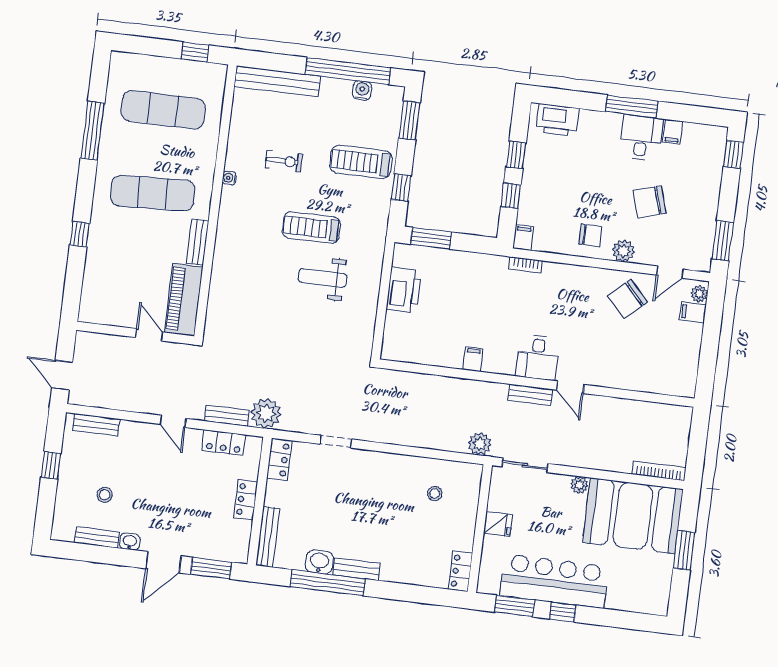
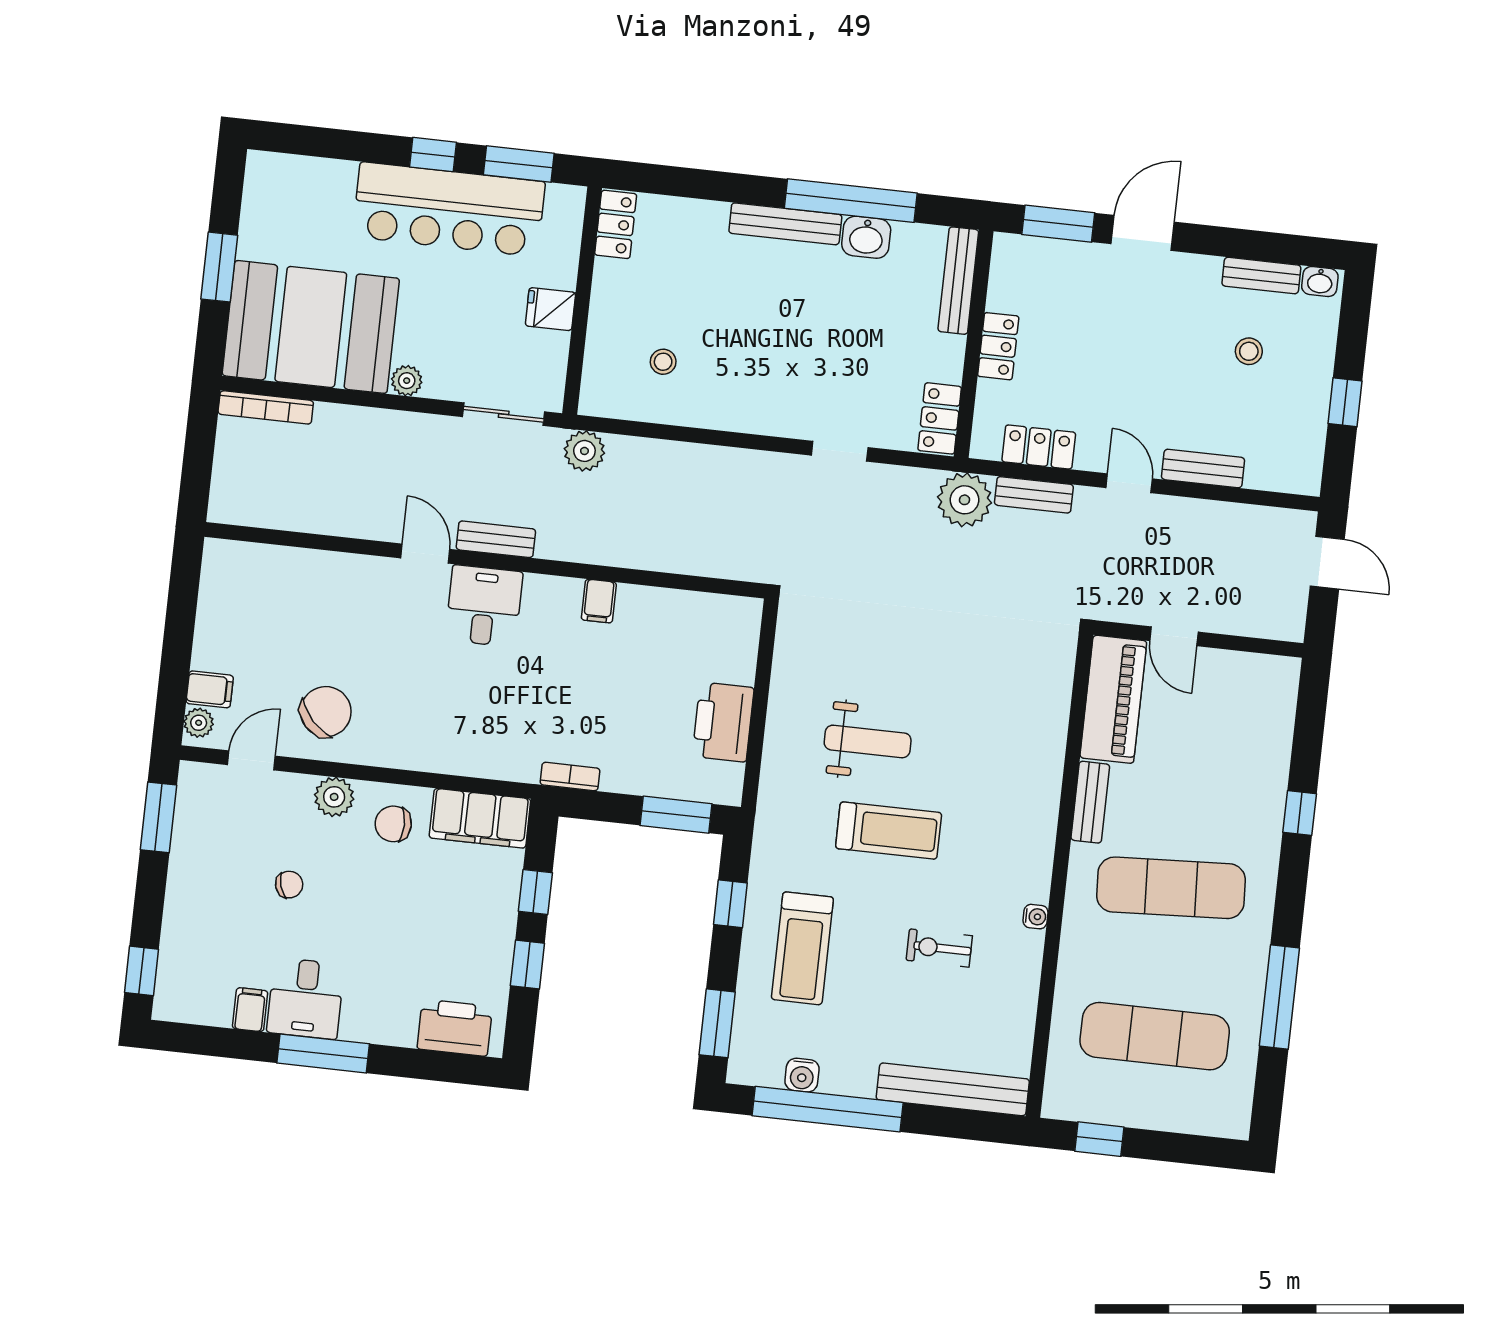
treadmill: (361, 162) -> (802, 948), turned 90
chair: (650, 202) -> (289, 885), width x0.54, depth x0.54
filing cabinet: (523, 237) -> (480, 818), width x3.00, depth x1.17
bookcase: (526, 265) -> (570, 777), moved
bench: (96, 425) -> (1203, 468), moved
washbasin: (130, 542) -> (1320, 282), moved
bench: (357, 569) -> (785, 224), width x1.36

